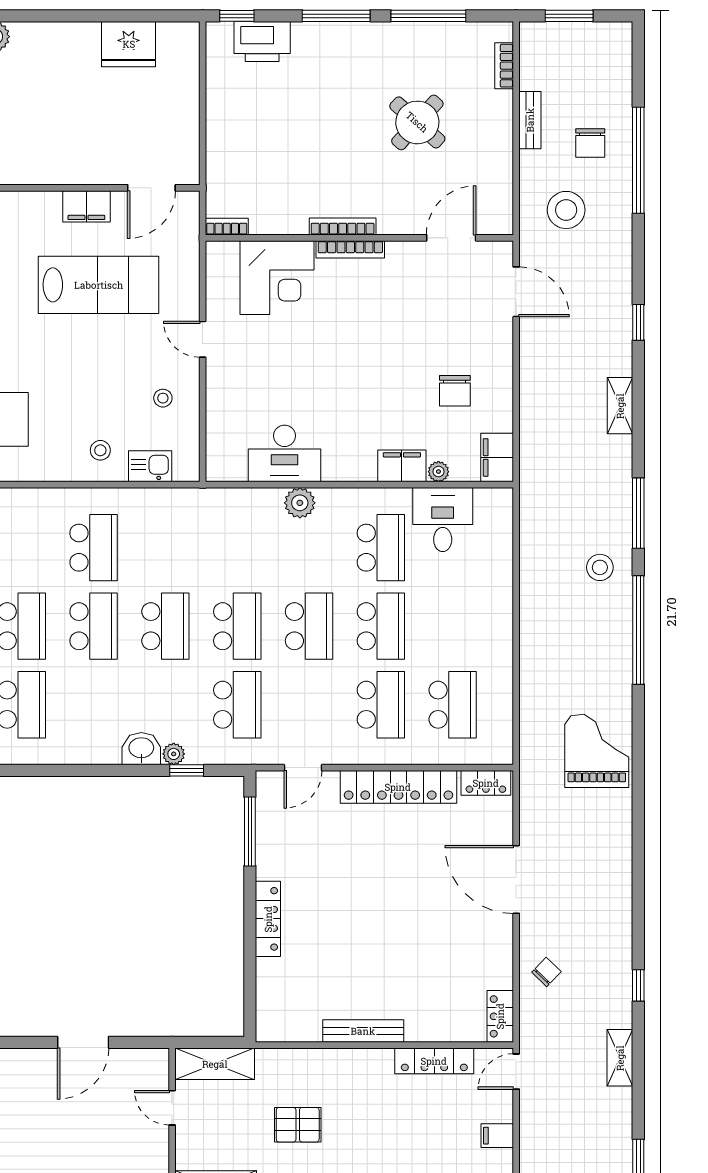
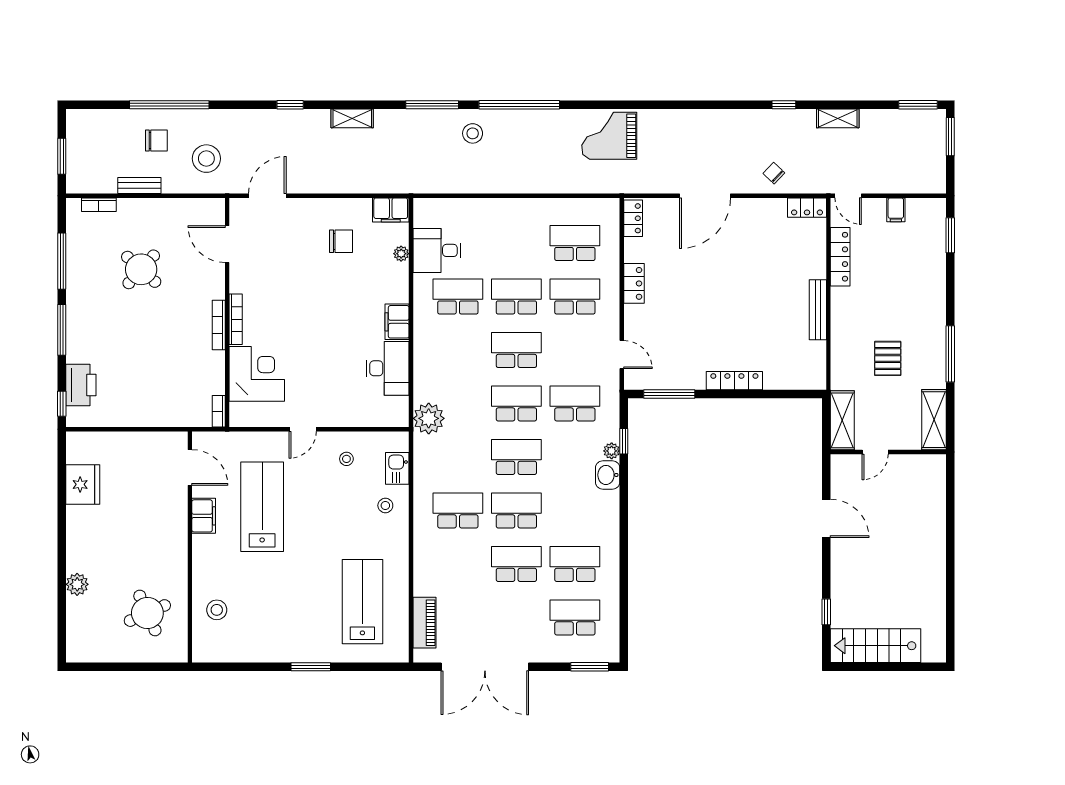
filing cabinet: (402, 466) -> (397, 322), moved
plant: (300, 503) -> (429, 418), moved, width x1.36, depth x1.36
locker: (398, 787) -> (634, 283), width x0.46, depth x0.83

